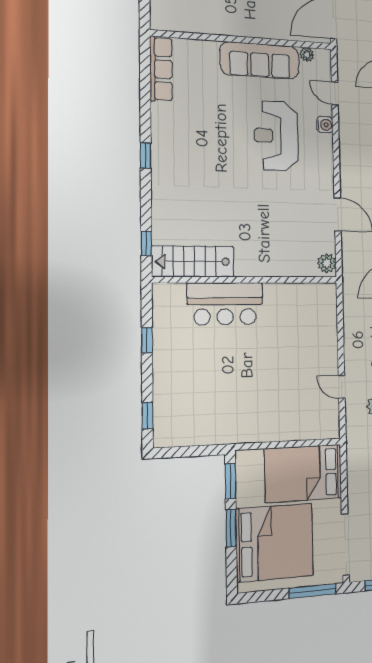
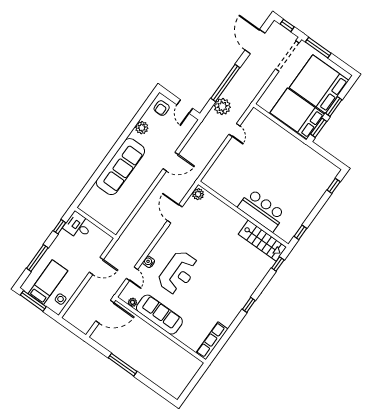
window: (147, 340) -> (300, 232), moved
bed: (303, 473) -> (297, 114), moved, turned 180

